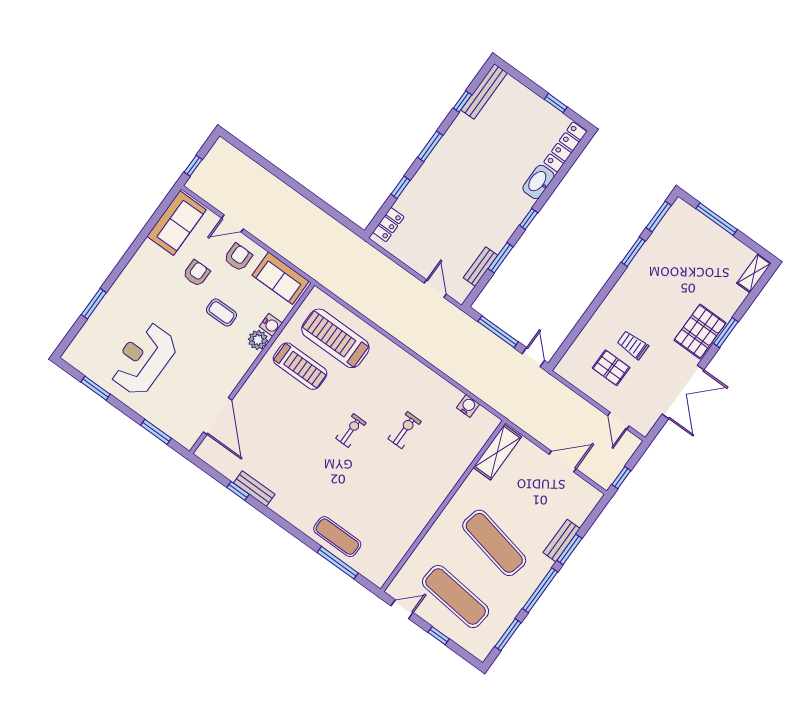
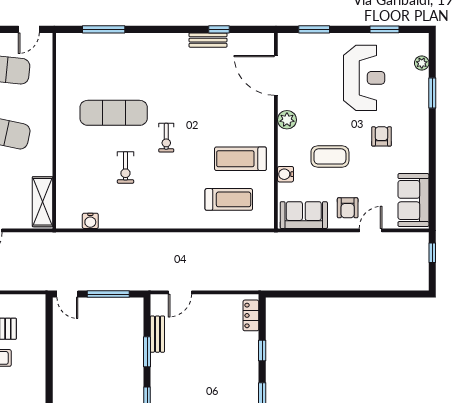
armchair: (197, 273) -> (381, 136), moved, turned 180
door: (435, 289) -> (180, 292), hinge flipped
coffee table: (221, 312) -> (330, 156), width x1.36, depth x1.30
plant: (84, 336) -> (422, 63), added
treadmill: (335, 338) -> (229, 199), width x0.73, depth x0.73
plant: (258, 340) -> (287, 120), moved
exercise mat: (337, 537) -> (114, 113), moved, width x1.36, depth x1.45

